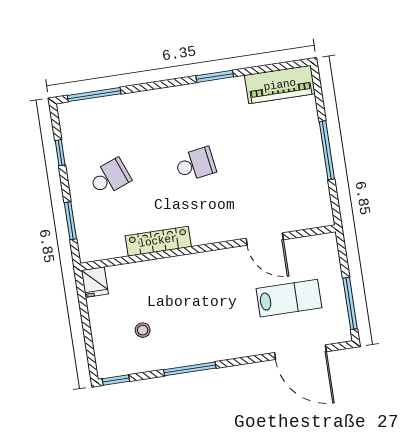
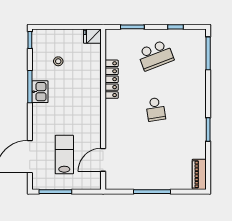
piano: (280, 85) -> (199, 174), width x0.73, depth x0.75
school desk: (110, 177) -> (156, 55), width x1.85
door: (265, 239) -> (103, 160), moved
lab bench: (289, 298) -> (64, 155), turned 180
kitchen sink: (195, 352) -> (40, 92), added

